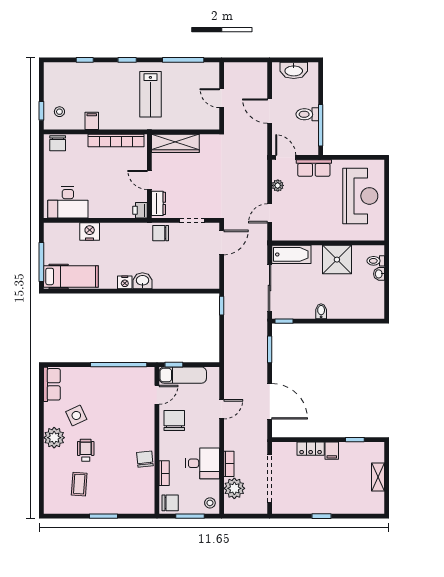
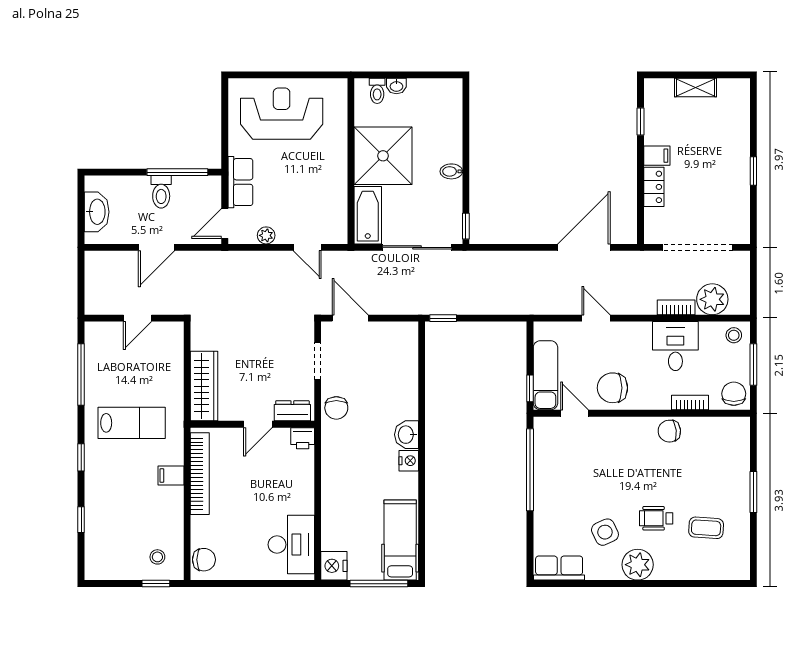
filing cabinet: (92, 121) -> (171, 475), moved
nightstand: (90, 231) -> (334, 566), moved
shower: (337, 260) -> (383, 156), width x1.37, depth x1.37
window: (270, 349) -> (508, 247), removed

